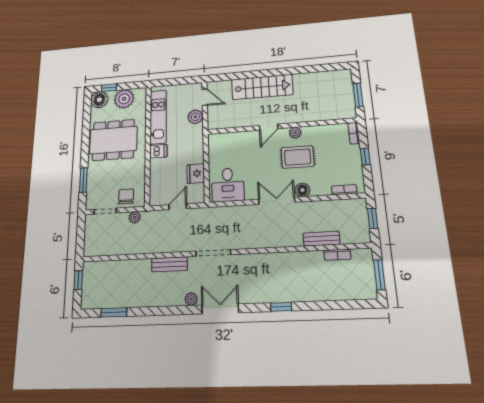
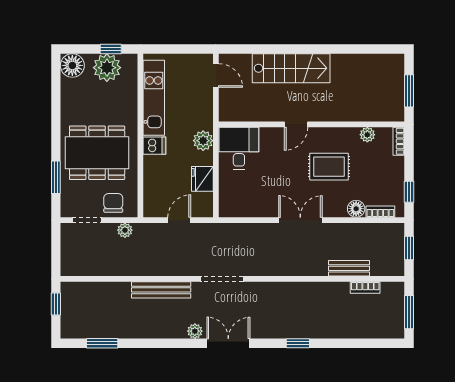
window: (109, 88) -> (111, 49), moved
plant: (195, 117) -> (203, 141), moved
plant: (295, 133) -> (367, 135), moved
dining table: (113, 140) -> (97, 153), moved
window: (365, 156) -> (409, 192), moved
desk: (228, 185) -> (239, 148), moved, turned 180
floor lamp: (302, 190) -> (356, 209), moved
bench: (169, 264) -> (161, 290), width x1.36

